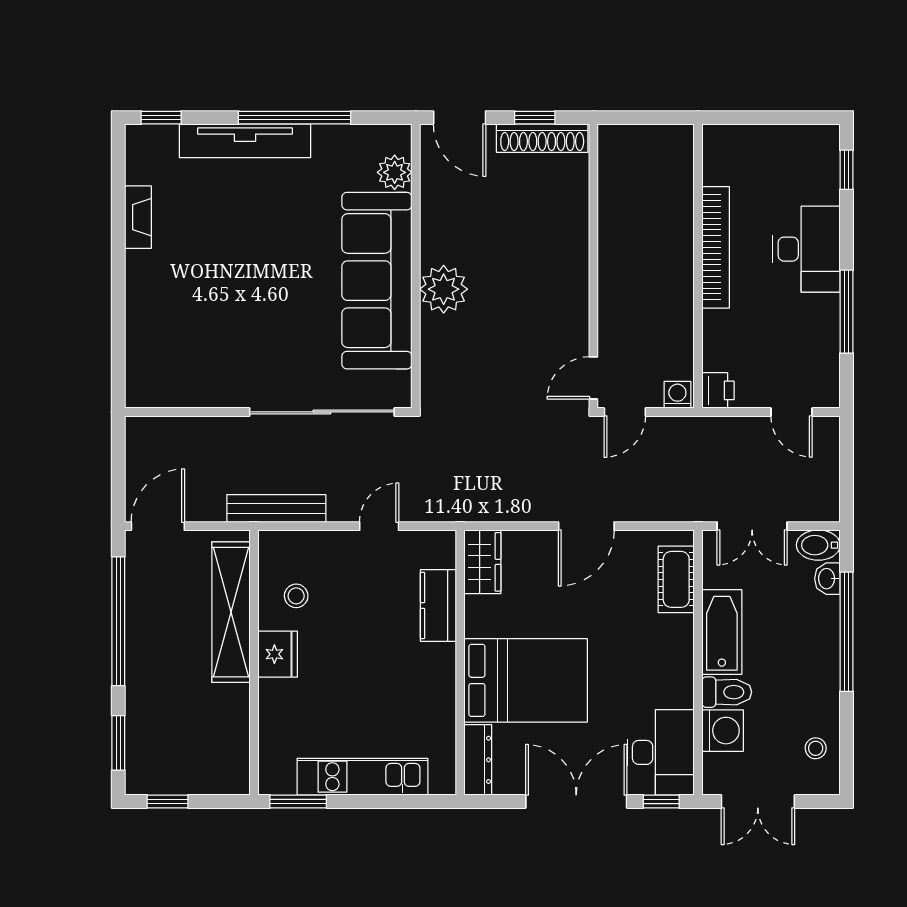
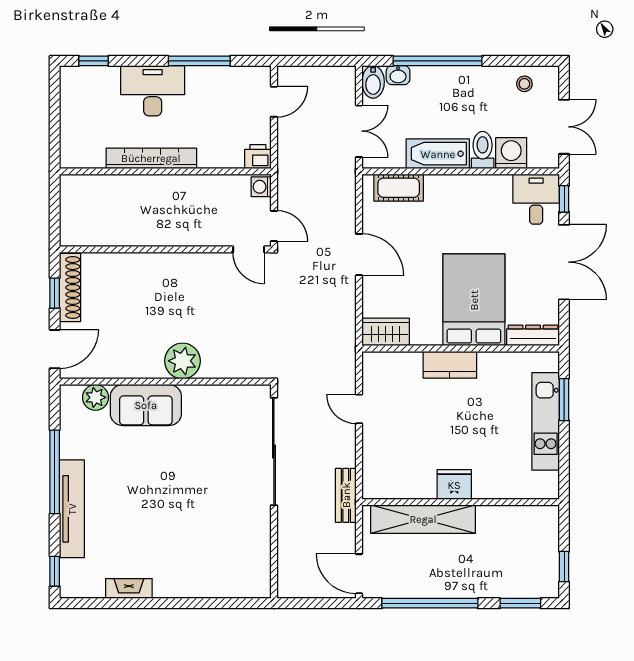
sofa: (377, 281) -> (146, 405), width x0.54, depth x0.79
bench: (276, 508) -> (346, 495), width x0.73
stool: (296, 596) -> (411, 471), removed
kitchen counter: (438, 605) -> (450, 365), moved
desk: (661, 752) -> (536, 199), width x0.73
window: (298, 801) -> (564, 400), moved
double door: (576, 801) -> (564, 262), swing flipped

